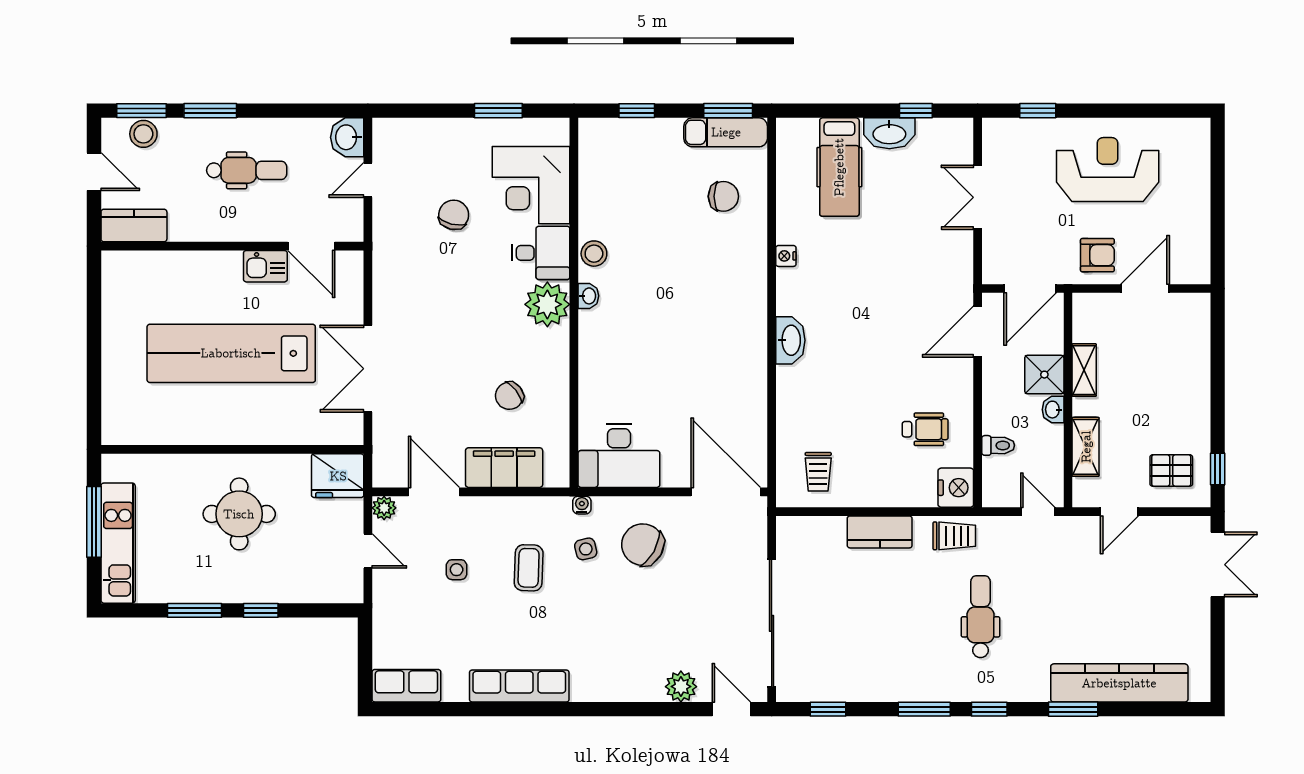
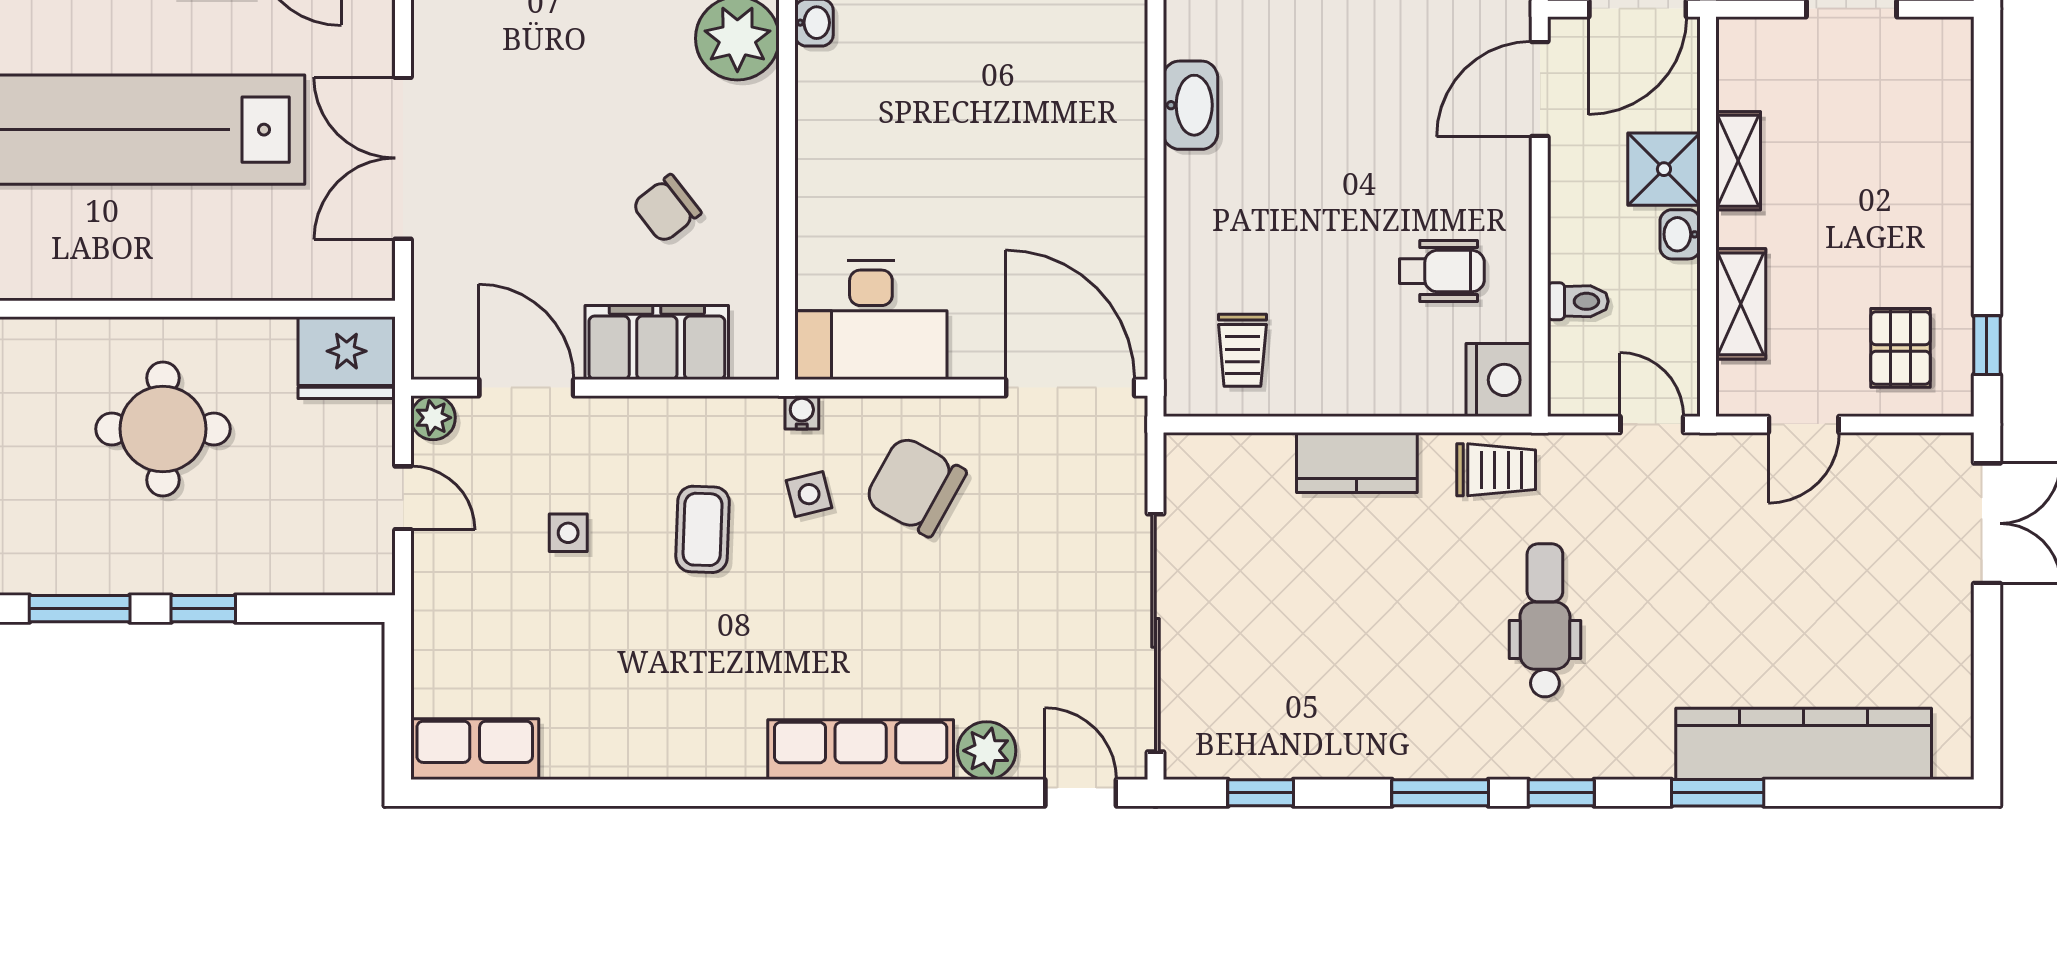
pallet: (1171, 470) -> (1901, 348), turned 90
row of seats: (519, 686) -> (861, 750), moved

